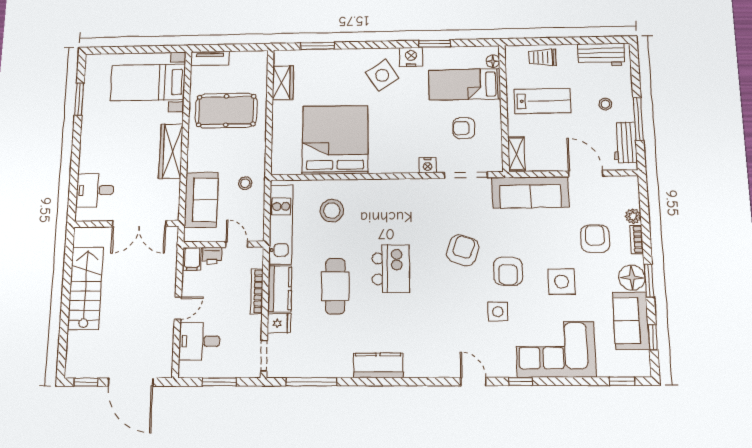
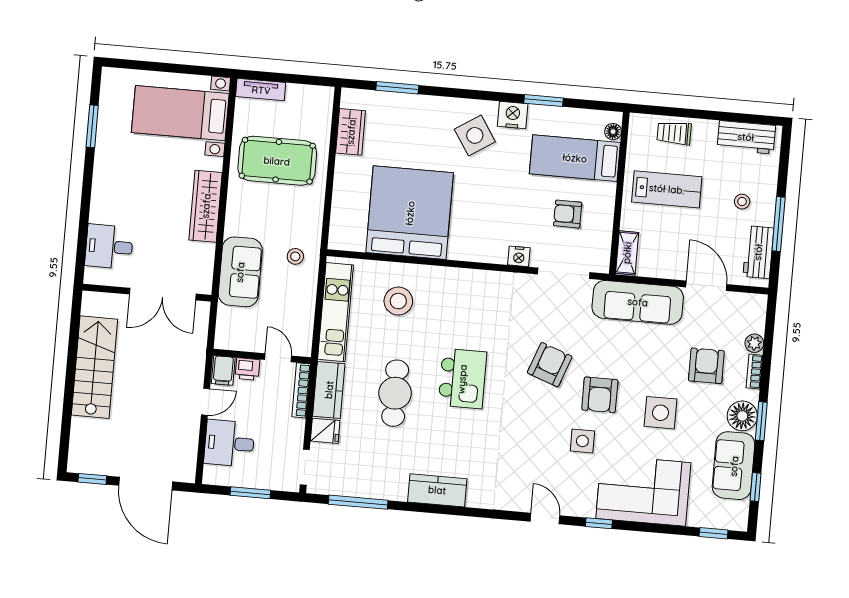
wall: (223, 244) -> (262, 356), moved
door: (237, 244) -> (278, 358), moved
printer: (212, 256) -> (247, 369), moved
filing cabinet: (192, 259) -> (223, 370), moved

